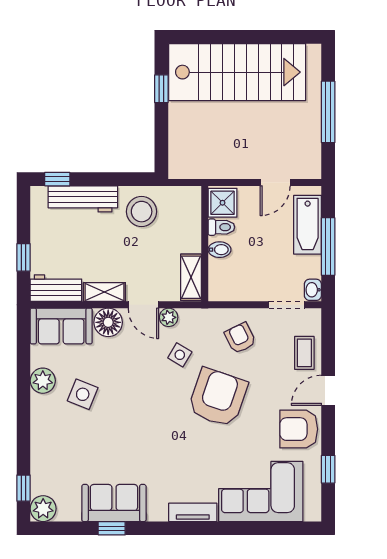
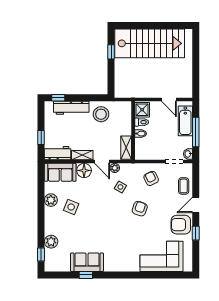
window: (328, 112) -> (196, 64), removed
door: (275, 182) -> (169, 99), hinge flipped
armchair: (218, 398) -> (140, 209), width x0.53, depth x0.53
window: (328, 469) -> (196, 233), moved
plant: (43, 509) -> (51, 242), moved
tv unit: (193, 512) -> (127, 267), removed

